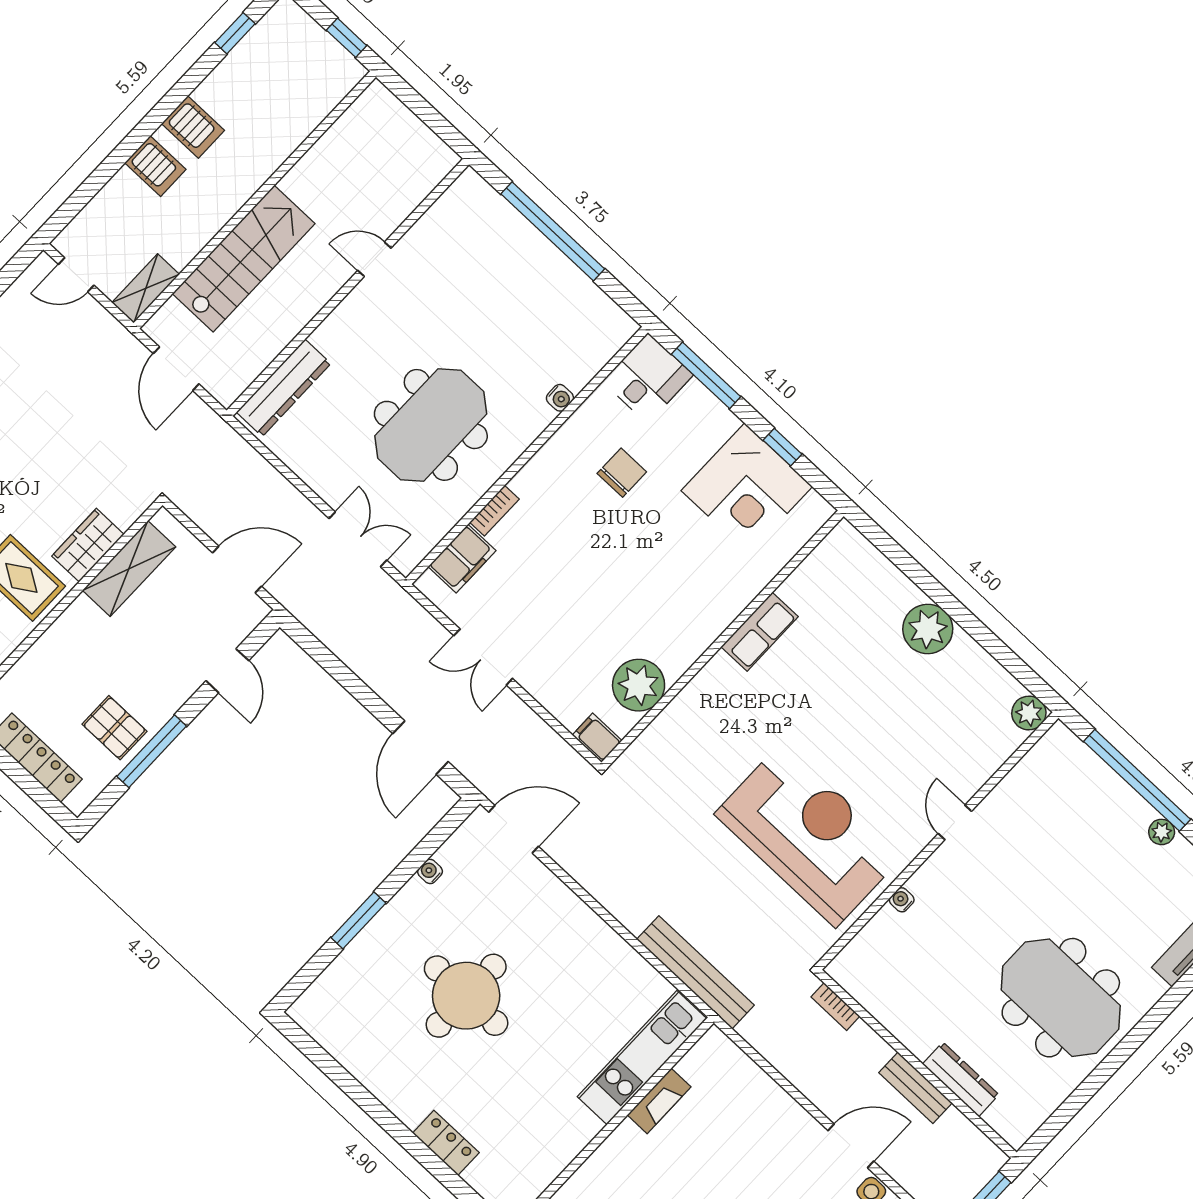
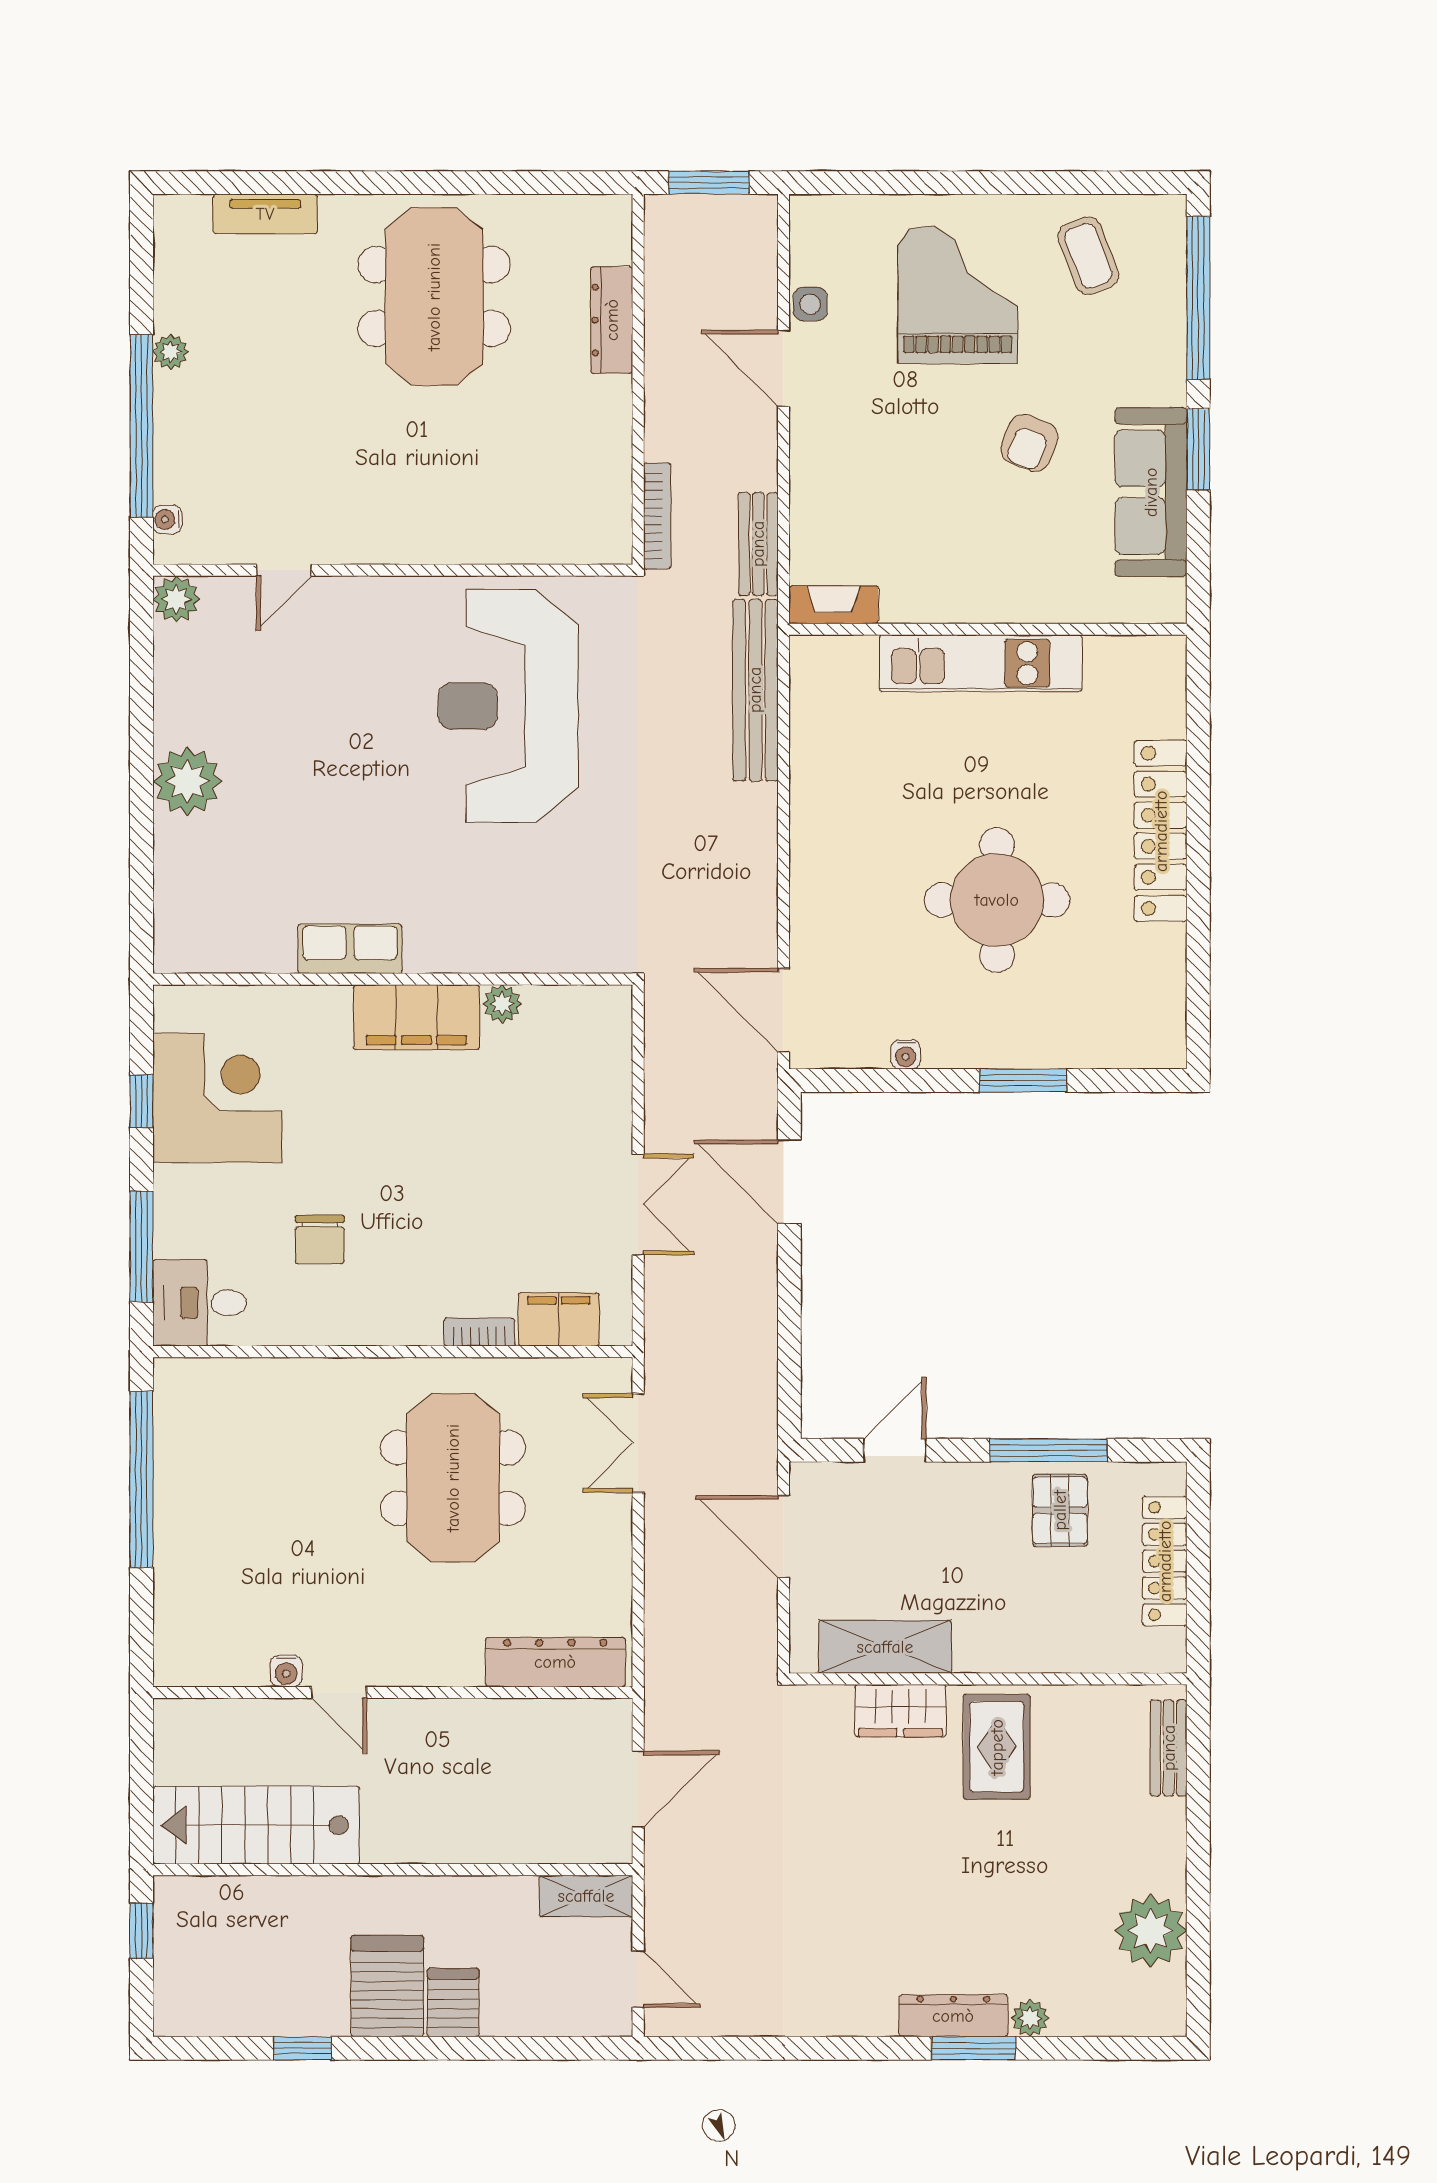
window: (235, 33) -> (303, 2048), moved
server rack: (193, 127) -> (387, 1986), width x1.36, depth x1.44
window: (553, 231) -> (141, 1479), moved
stairs: (244, 259) -> (256, 1825), moved
water cooler: (560, 398) -> (286, 1671), moved, turned 180
meeting table: (431, 425) -> (453, 1478), turned 90
chair: (622, 473) -> (320, 1239), turned -90
plant: (639, 685) -> (502, 1004), width x0.53, depth x0.53
filing cabinet: (597, 738) -> (416, 1017), moved, width x3.00, depth x1.17
door: (420, 748) -> (789, 1182), swing flipped
door: (955, 822) -> (284, 570), moved
water cooler: (902, 900) -> (167, 519), moved, turned 90
bookcase: (835, 1007) -> (657, 516), width x1.56
kitchen unit: (642, 1058) -> (981, 663), moved
bench: (915, 1088) -> (758, 544), moved
fireplace: (659, 1101) -> (834, 605), moved
locker: (446, 1143) -> (1161, 831), width x2.16, depth x1.21

